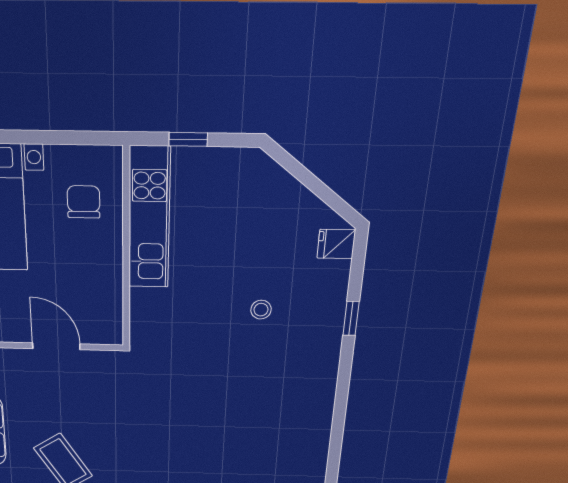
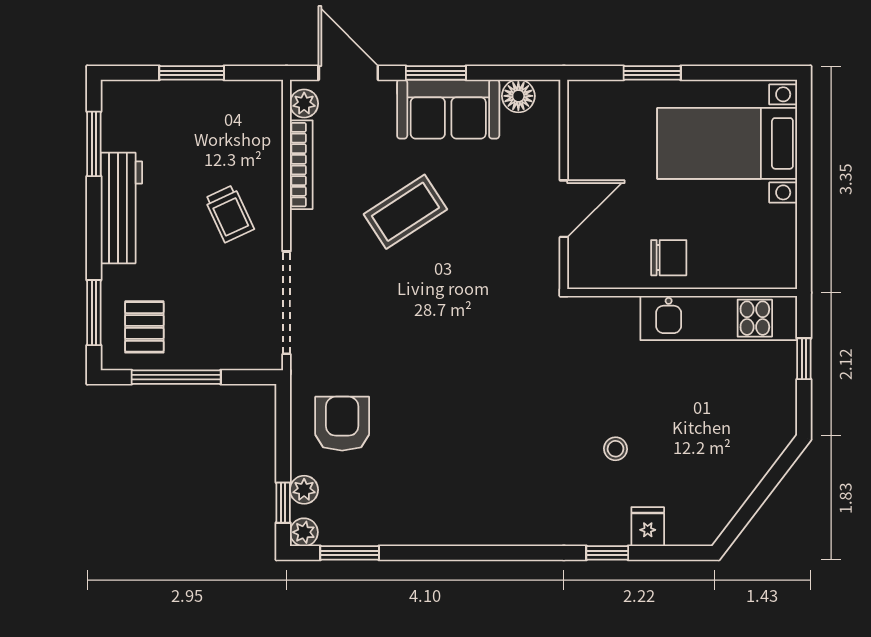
chair: (84, 202) -> (669, 258), moved
fridge: (336, 244) -> (648, 527), moved

